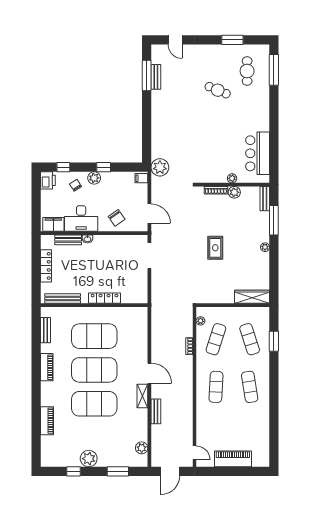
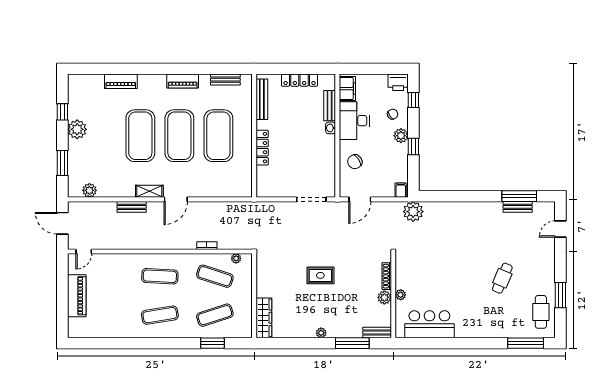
cafe table: (247, 71) -> (541, 312), moved, turned 90

